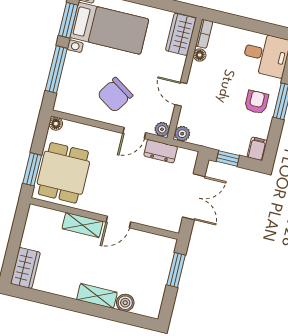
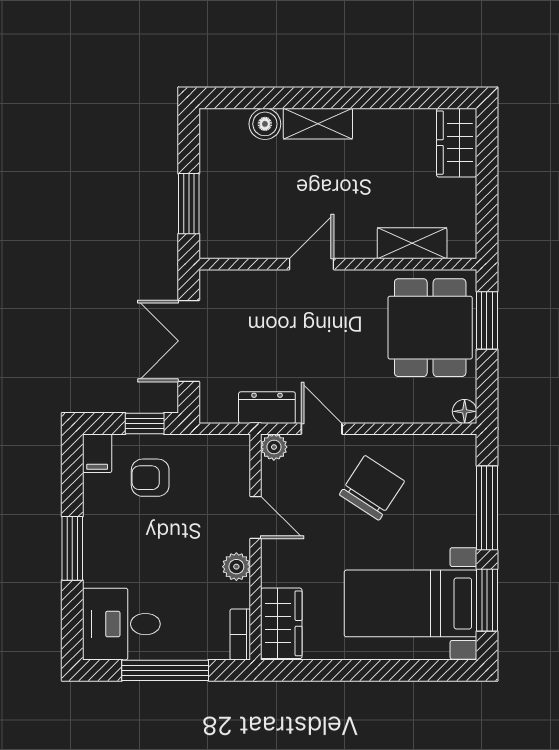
window: (249, 24) -> (165, 670), added
floor lamp: (200, 55) -> (239, 595), removed
armchair: (256, 102) -> (150, 478), moved, turned 90
door: (134, 133) -> (322, 429), hinge flipped
plant: (182, 134) -> (236, 567), moved
shelving: (83, 225) -> (412, 243), moved

